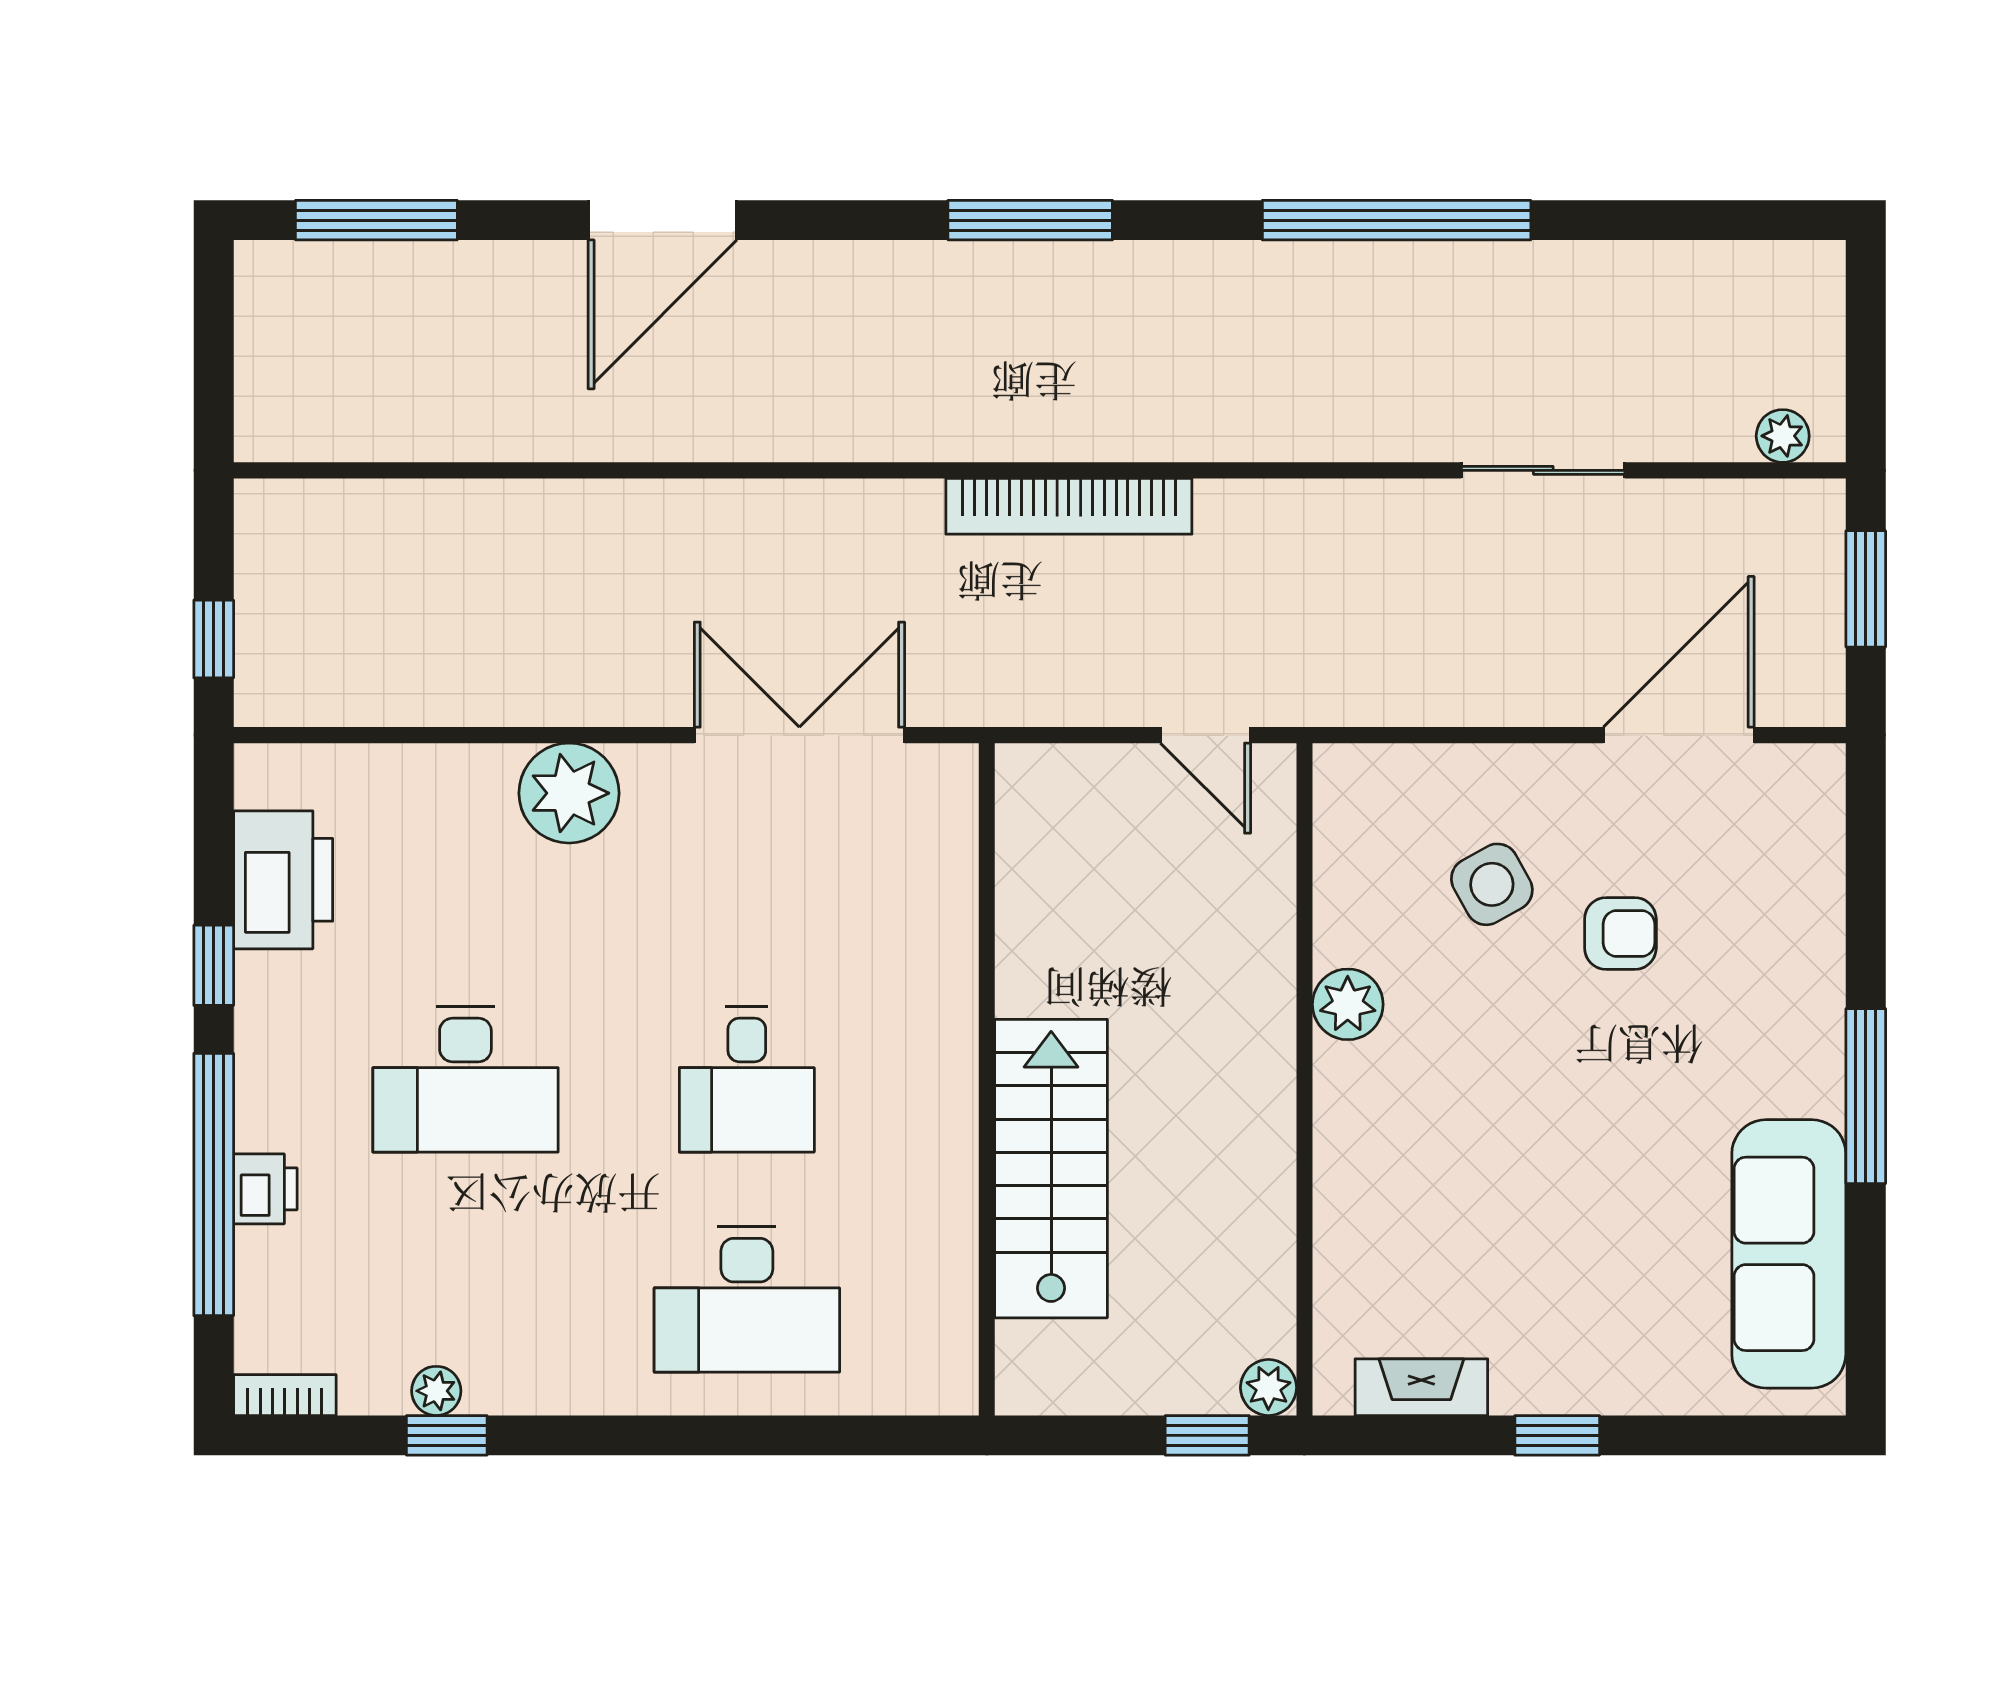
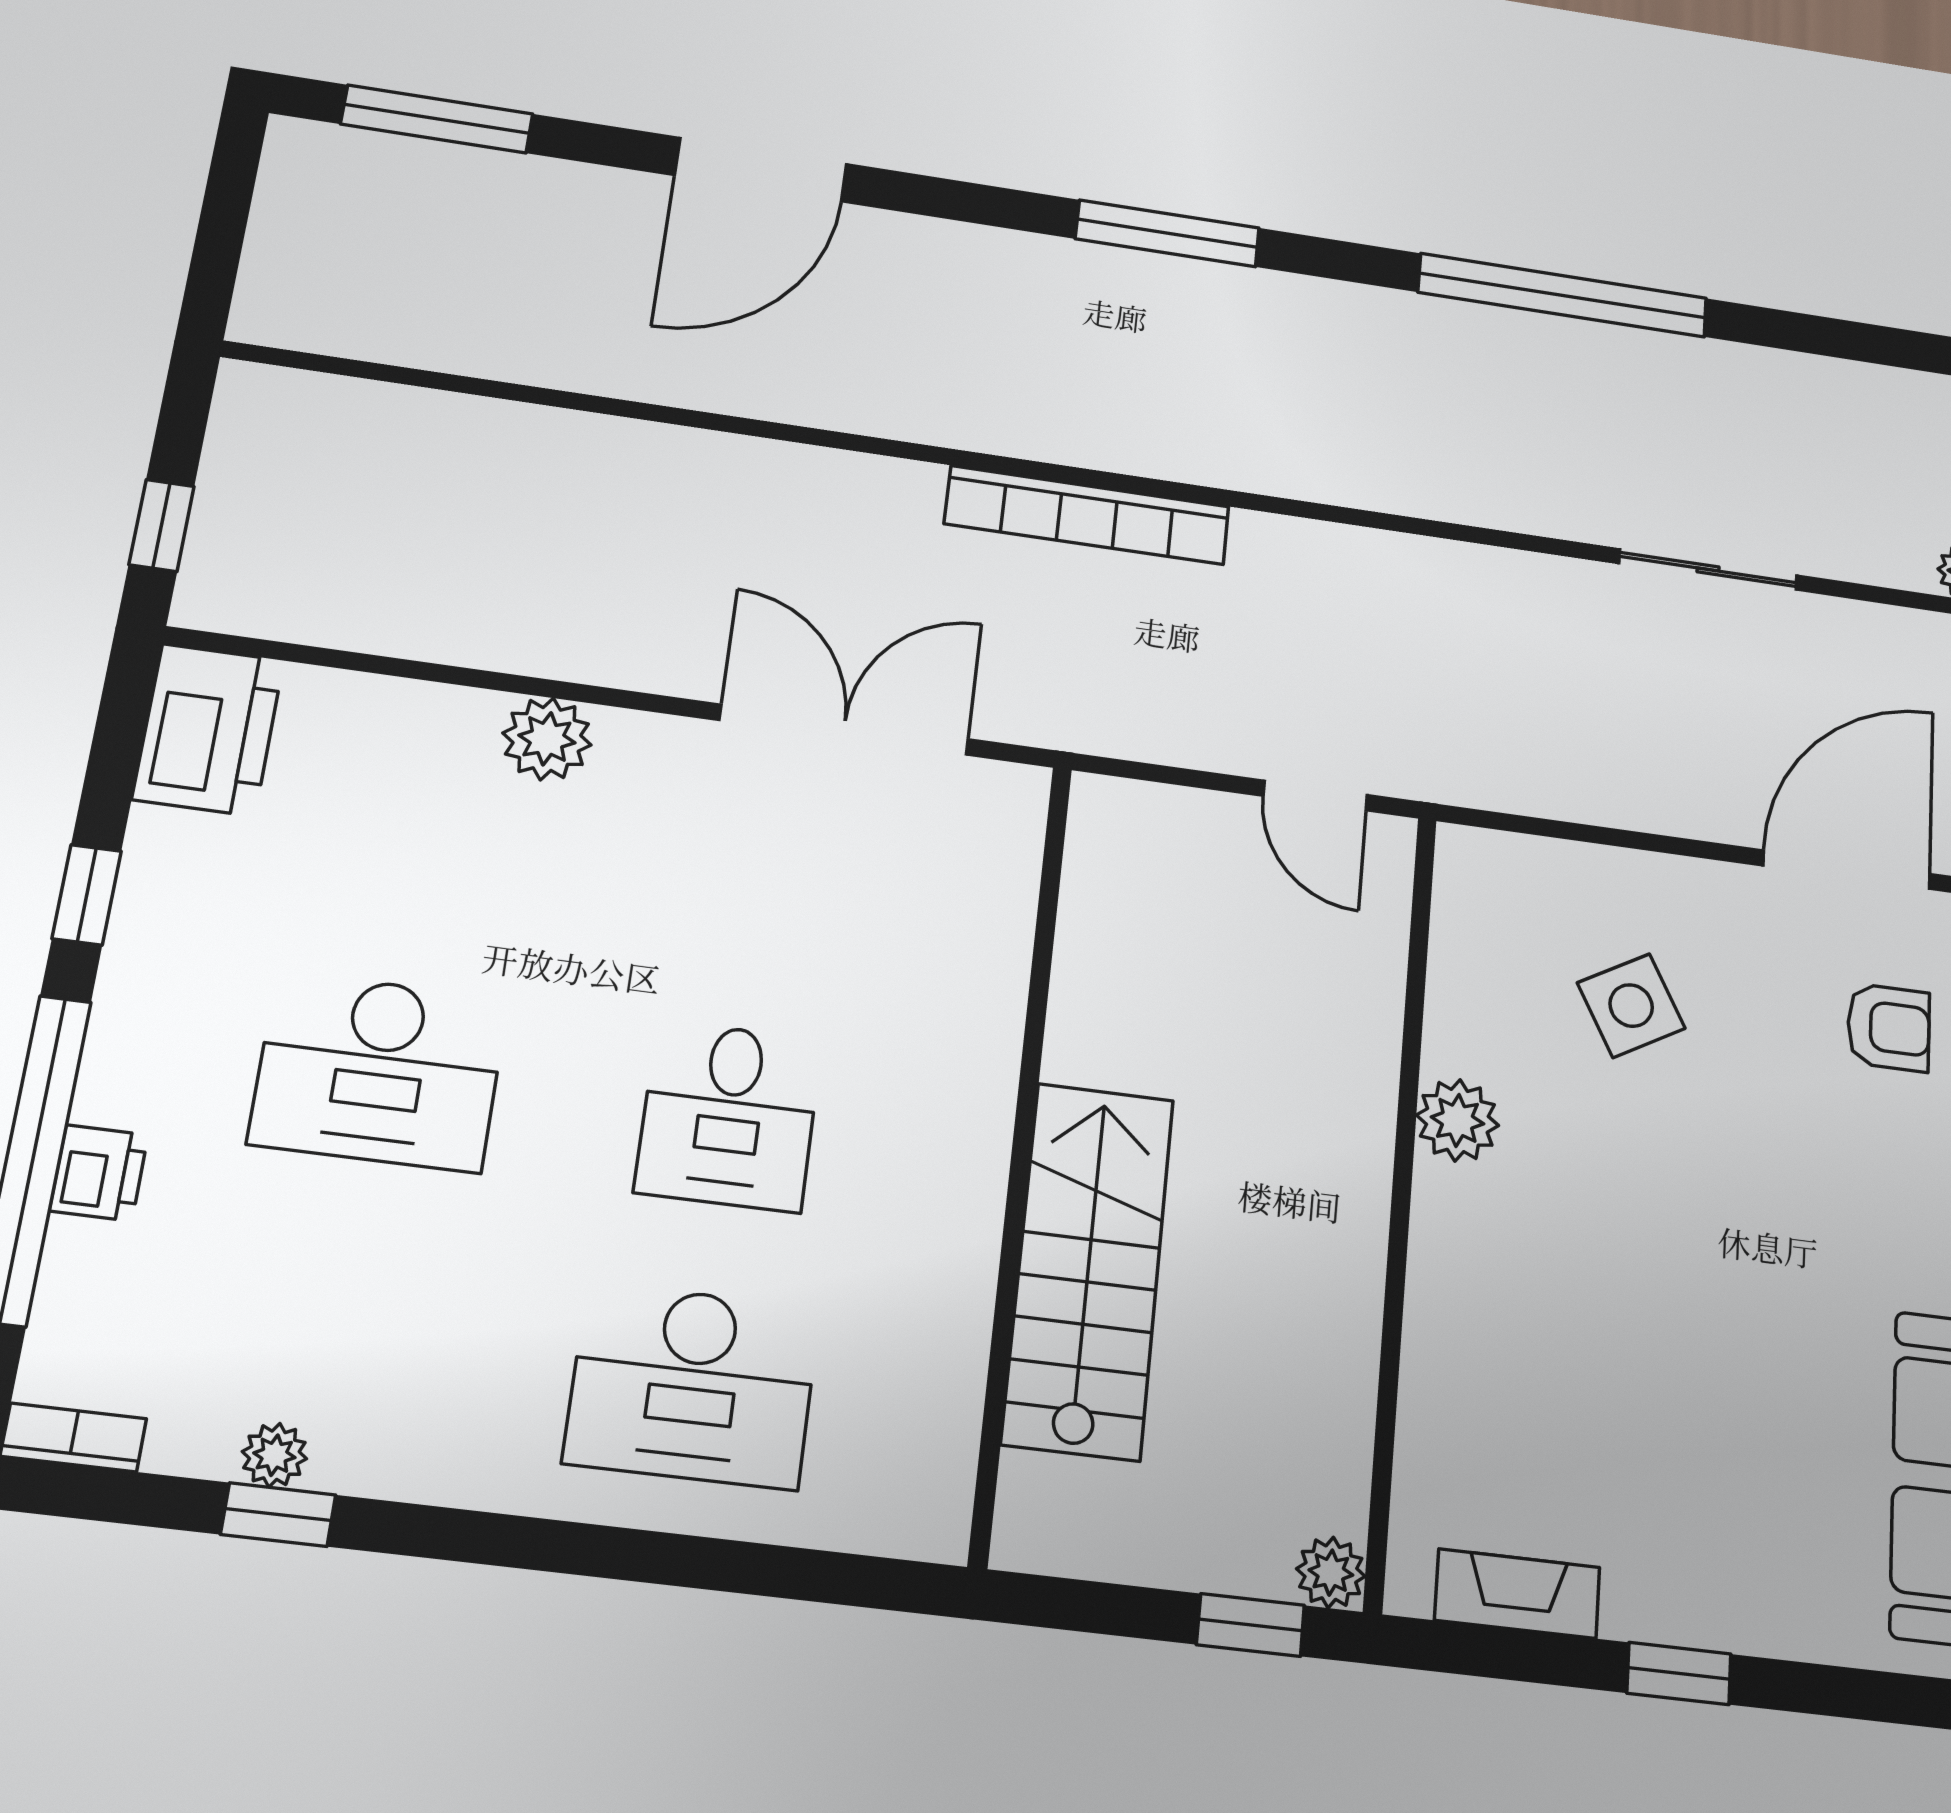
bookcase: (1069, 506) -> (1087, 515), moved
plant: (569, 793) -> (547, 739), width x0.73, depth x0.73
printer: (283, 880) -> (208, 730), moved
armchair: (1620, 933) -> (1889, 1028), moved

